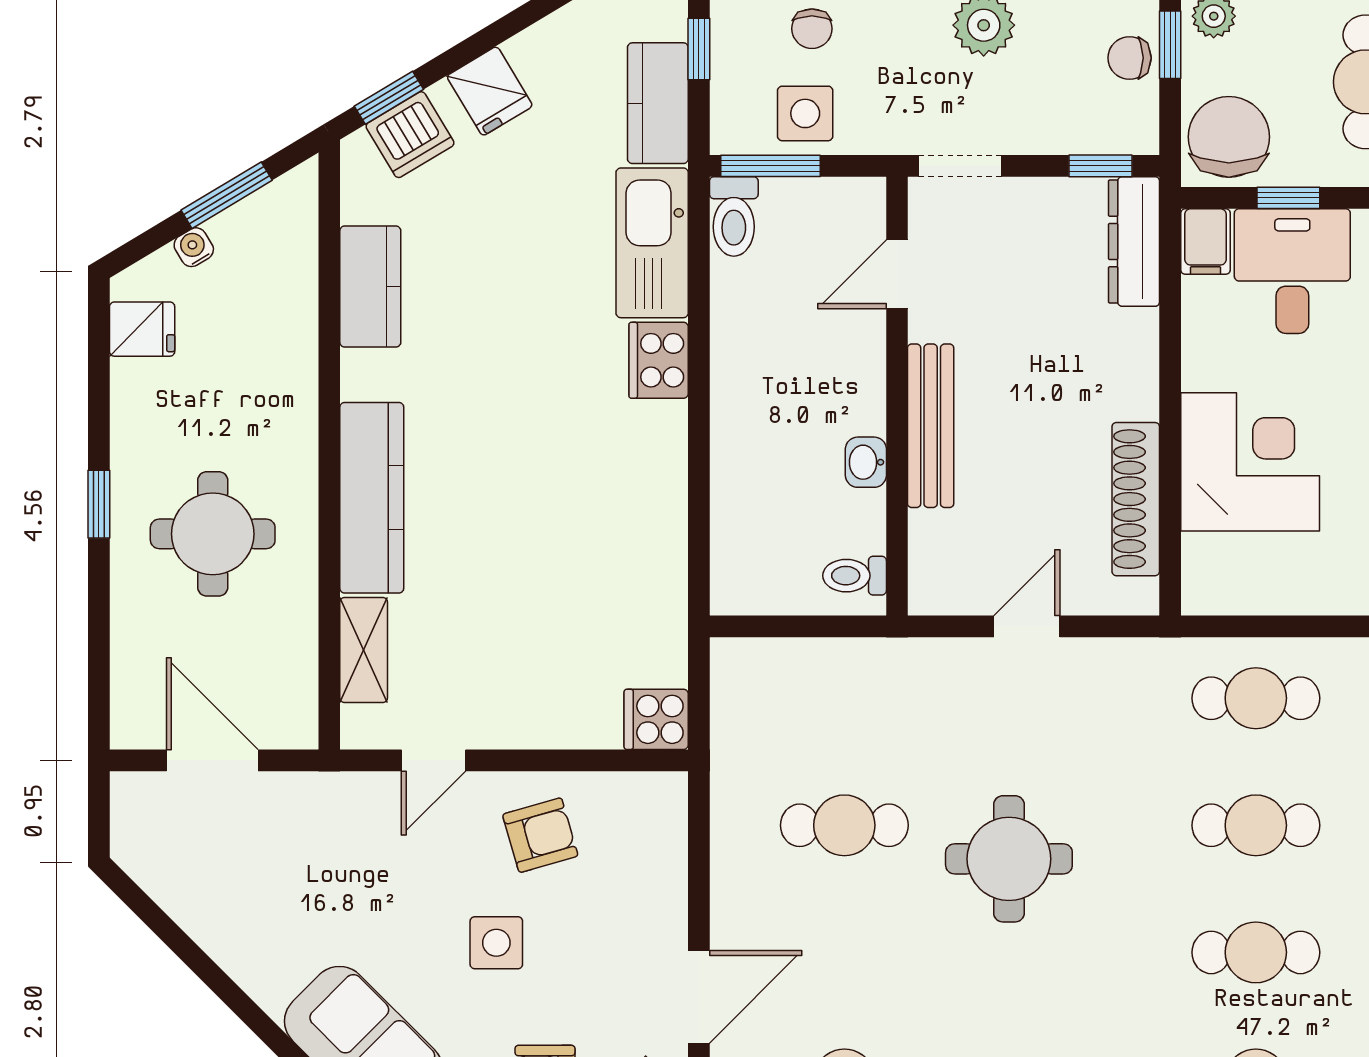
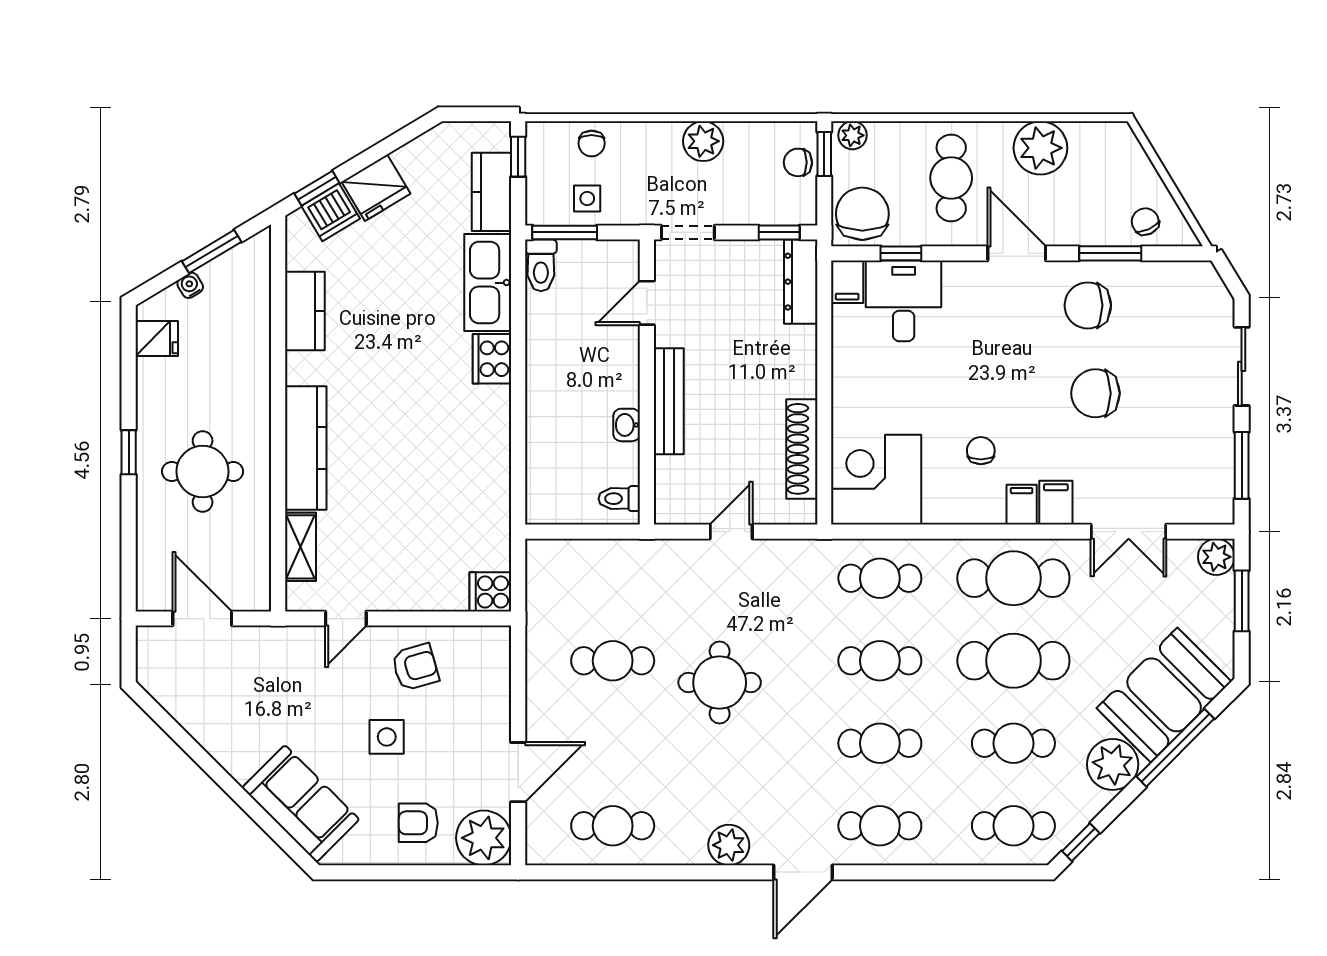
fridge: (490, 91) -> (376, 188), width x1.38
side table: (805, 113) -> (587, 199), width x0.73, depth x0.73
corner desk: (1250, 462) -> (876, 480), moved, turned -90

